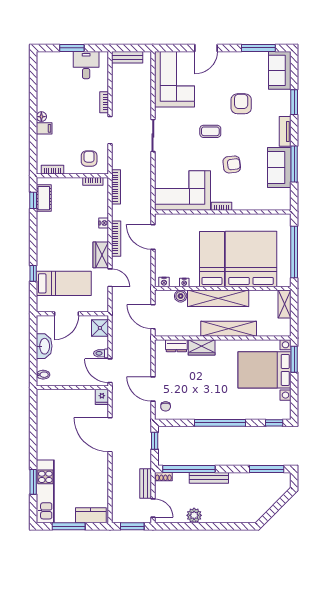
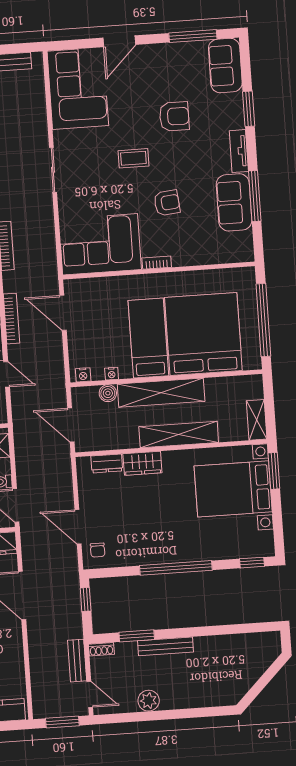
armchair: (241, 104) -> (174, 116), turned 90
shelving: (284, 304) -> (257, 420), moved
window: (189, 469) -> (137, 636), width x0.47
window: (267, 469) -> (246, 628), removed

